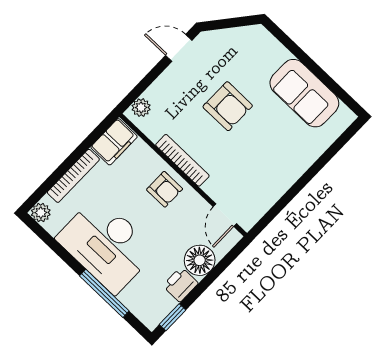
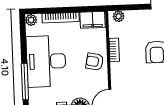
bookcase: (182, 160) -> (114, 50), width x0.64
armchair: (165, 189) -> (95, 62), turned 101

